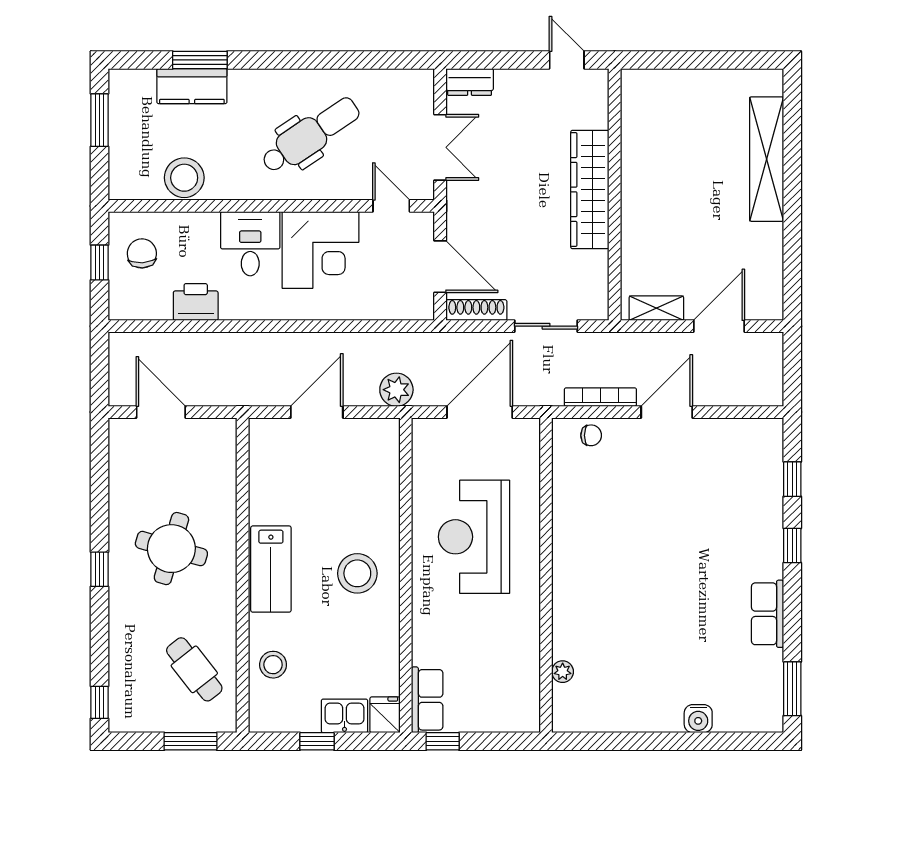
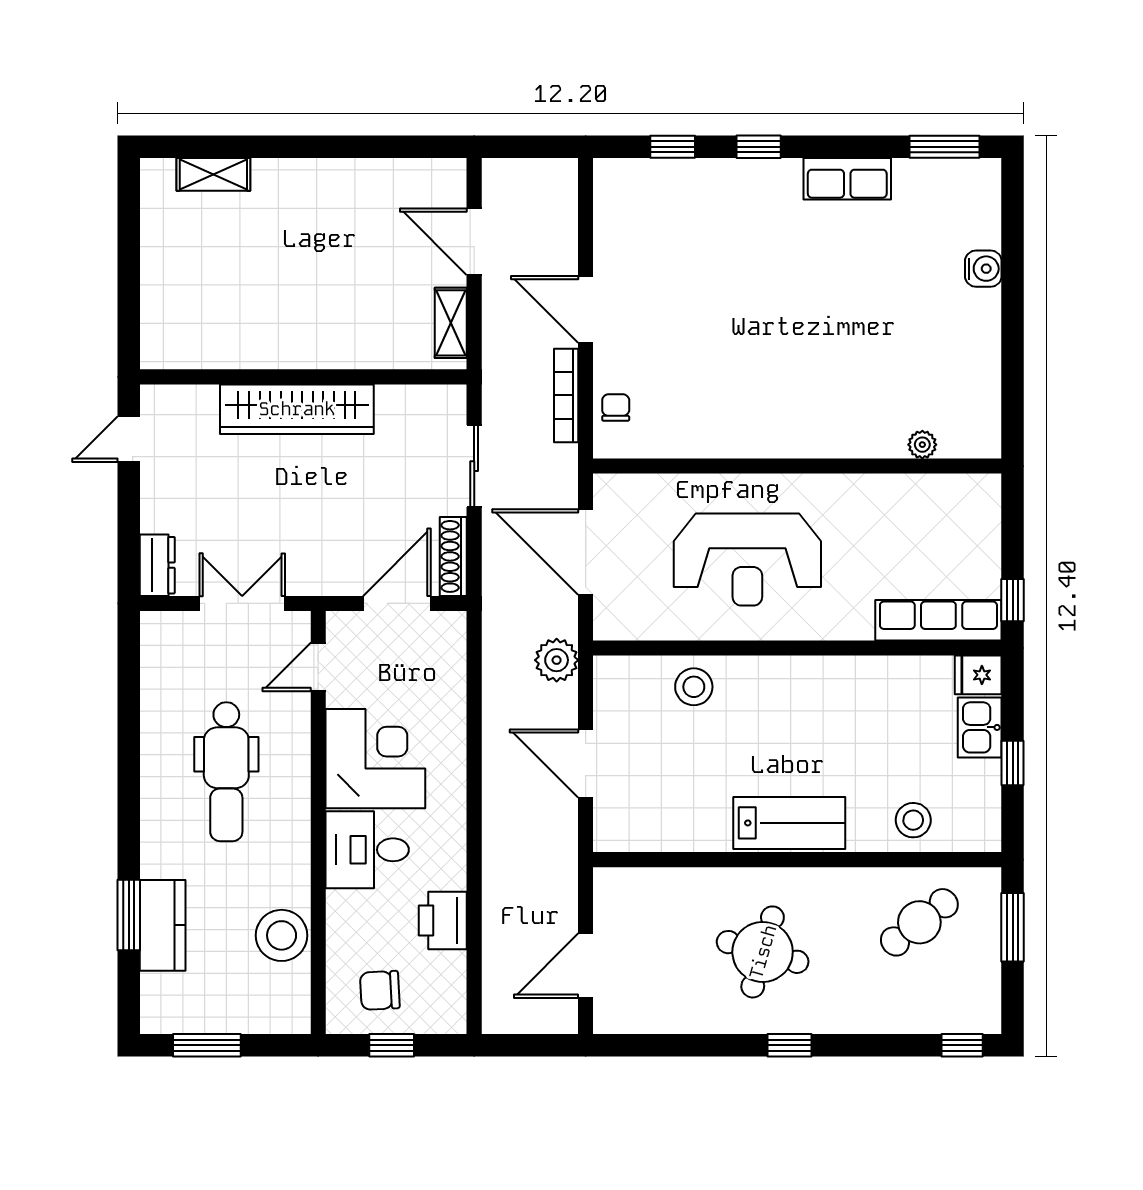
dental chair: (310, 135) -> (226, 772), turned -146
shelving: (767, 159) -> (213, 174), width x0.45, depth x0.75
stool: (357, 573) -> (694, 687), moved, width x0.73, depth x0.73
row of seats: (427, 700) -> (938, 620), width x1.48

